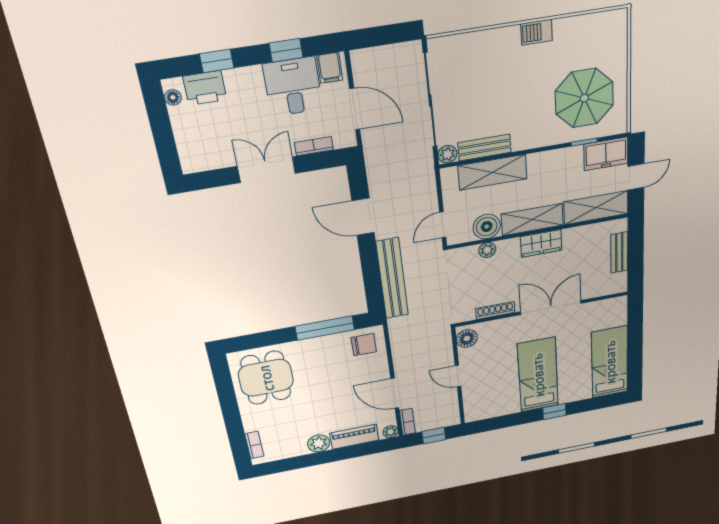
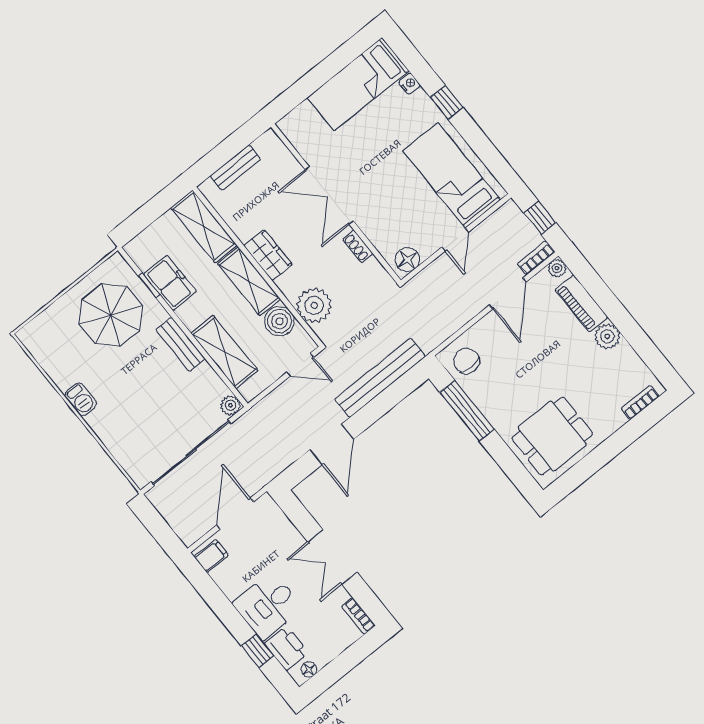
window: (286, 50) -> (217, 600), removed
desk: (293, 87) -> (268, 606), moved
bookcase: (314, 146) -> (358, 616), moved
bench: (485, 147) -> (180, 344), moved
freezer: (606, 154) -> (170, 283), moved
door: (636, 177) -> (153, 210), removed
plant: (487, 250) -> (314, 305), width x1.87, depth x1.87
shoe rack: (495, 310) -> (358, 246), width x0.70
bed: (538, 375) -> (452, 175), moved, turned 90
nightstand: (584, 394) -> (409, 84), added

